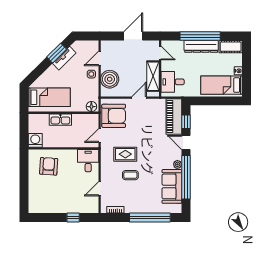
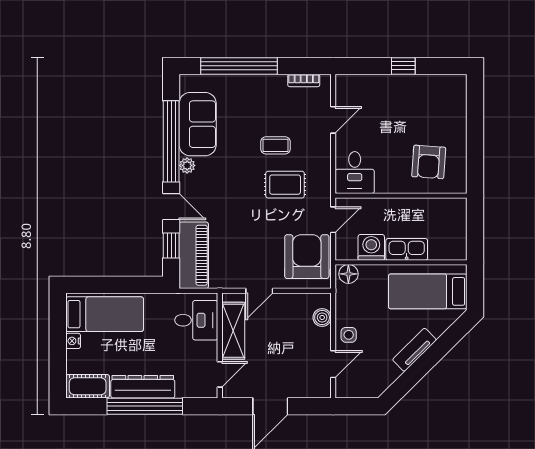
window: (57, 53) -> (414, 374), removed
door: (160, 53) -> (220, 374), swing flipped
tv unit: (64, 58) -> (414, 350), moved
boiler: (110, 79) -> (322, 317), width x0.54, depth x0.54
armchair: (114, 116) -> (307, 257), turned 90
washing machine: (35, 140) -> (371, 247), moved, turned 180
window: (73, 217) -> (403, 66), moved

